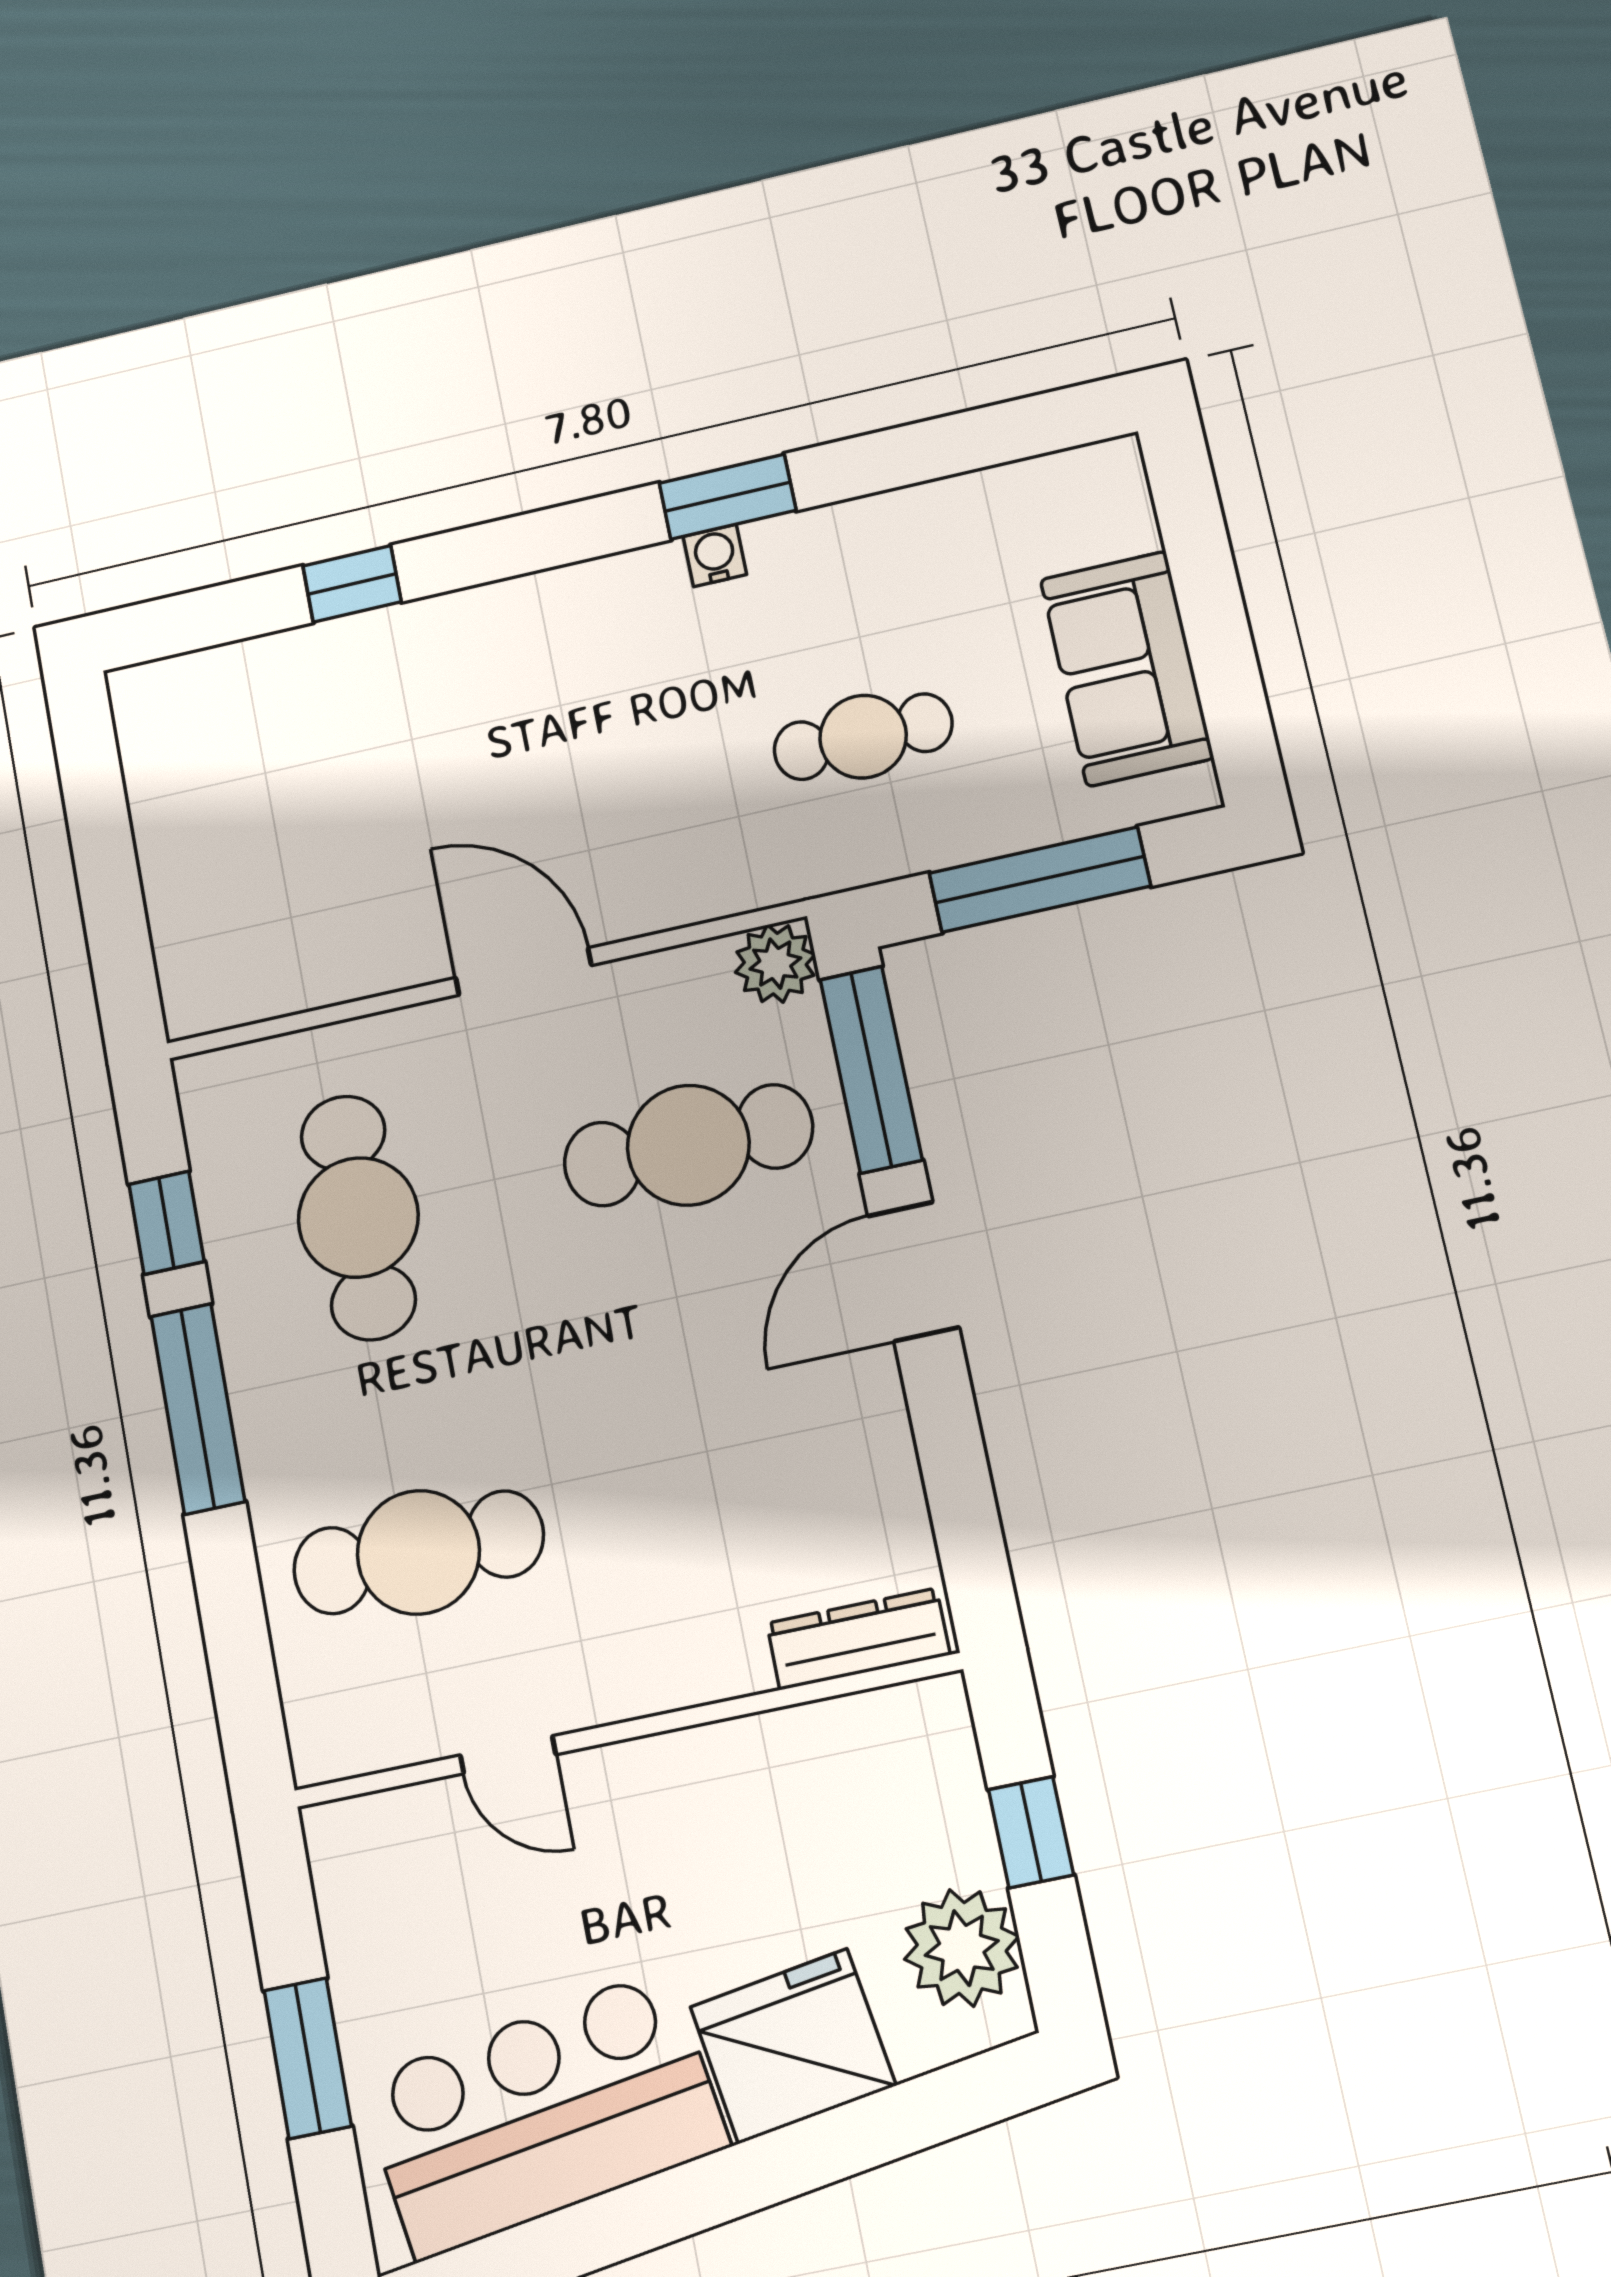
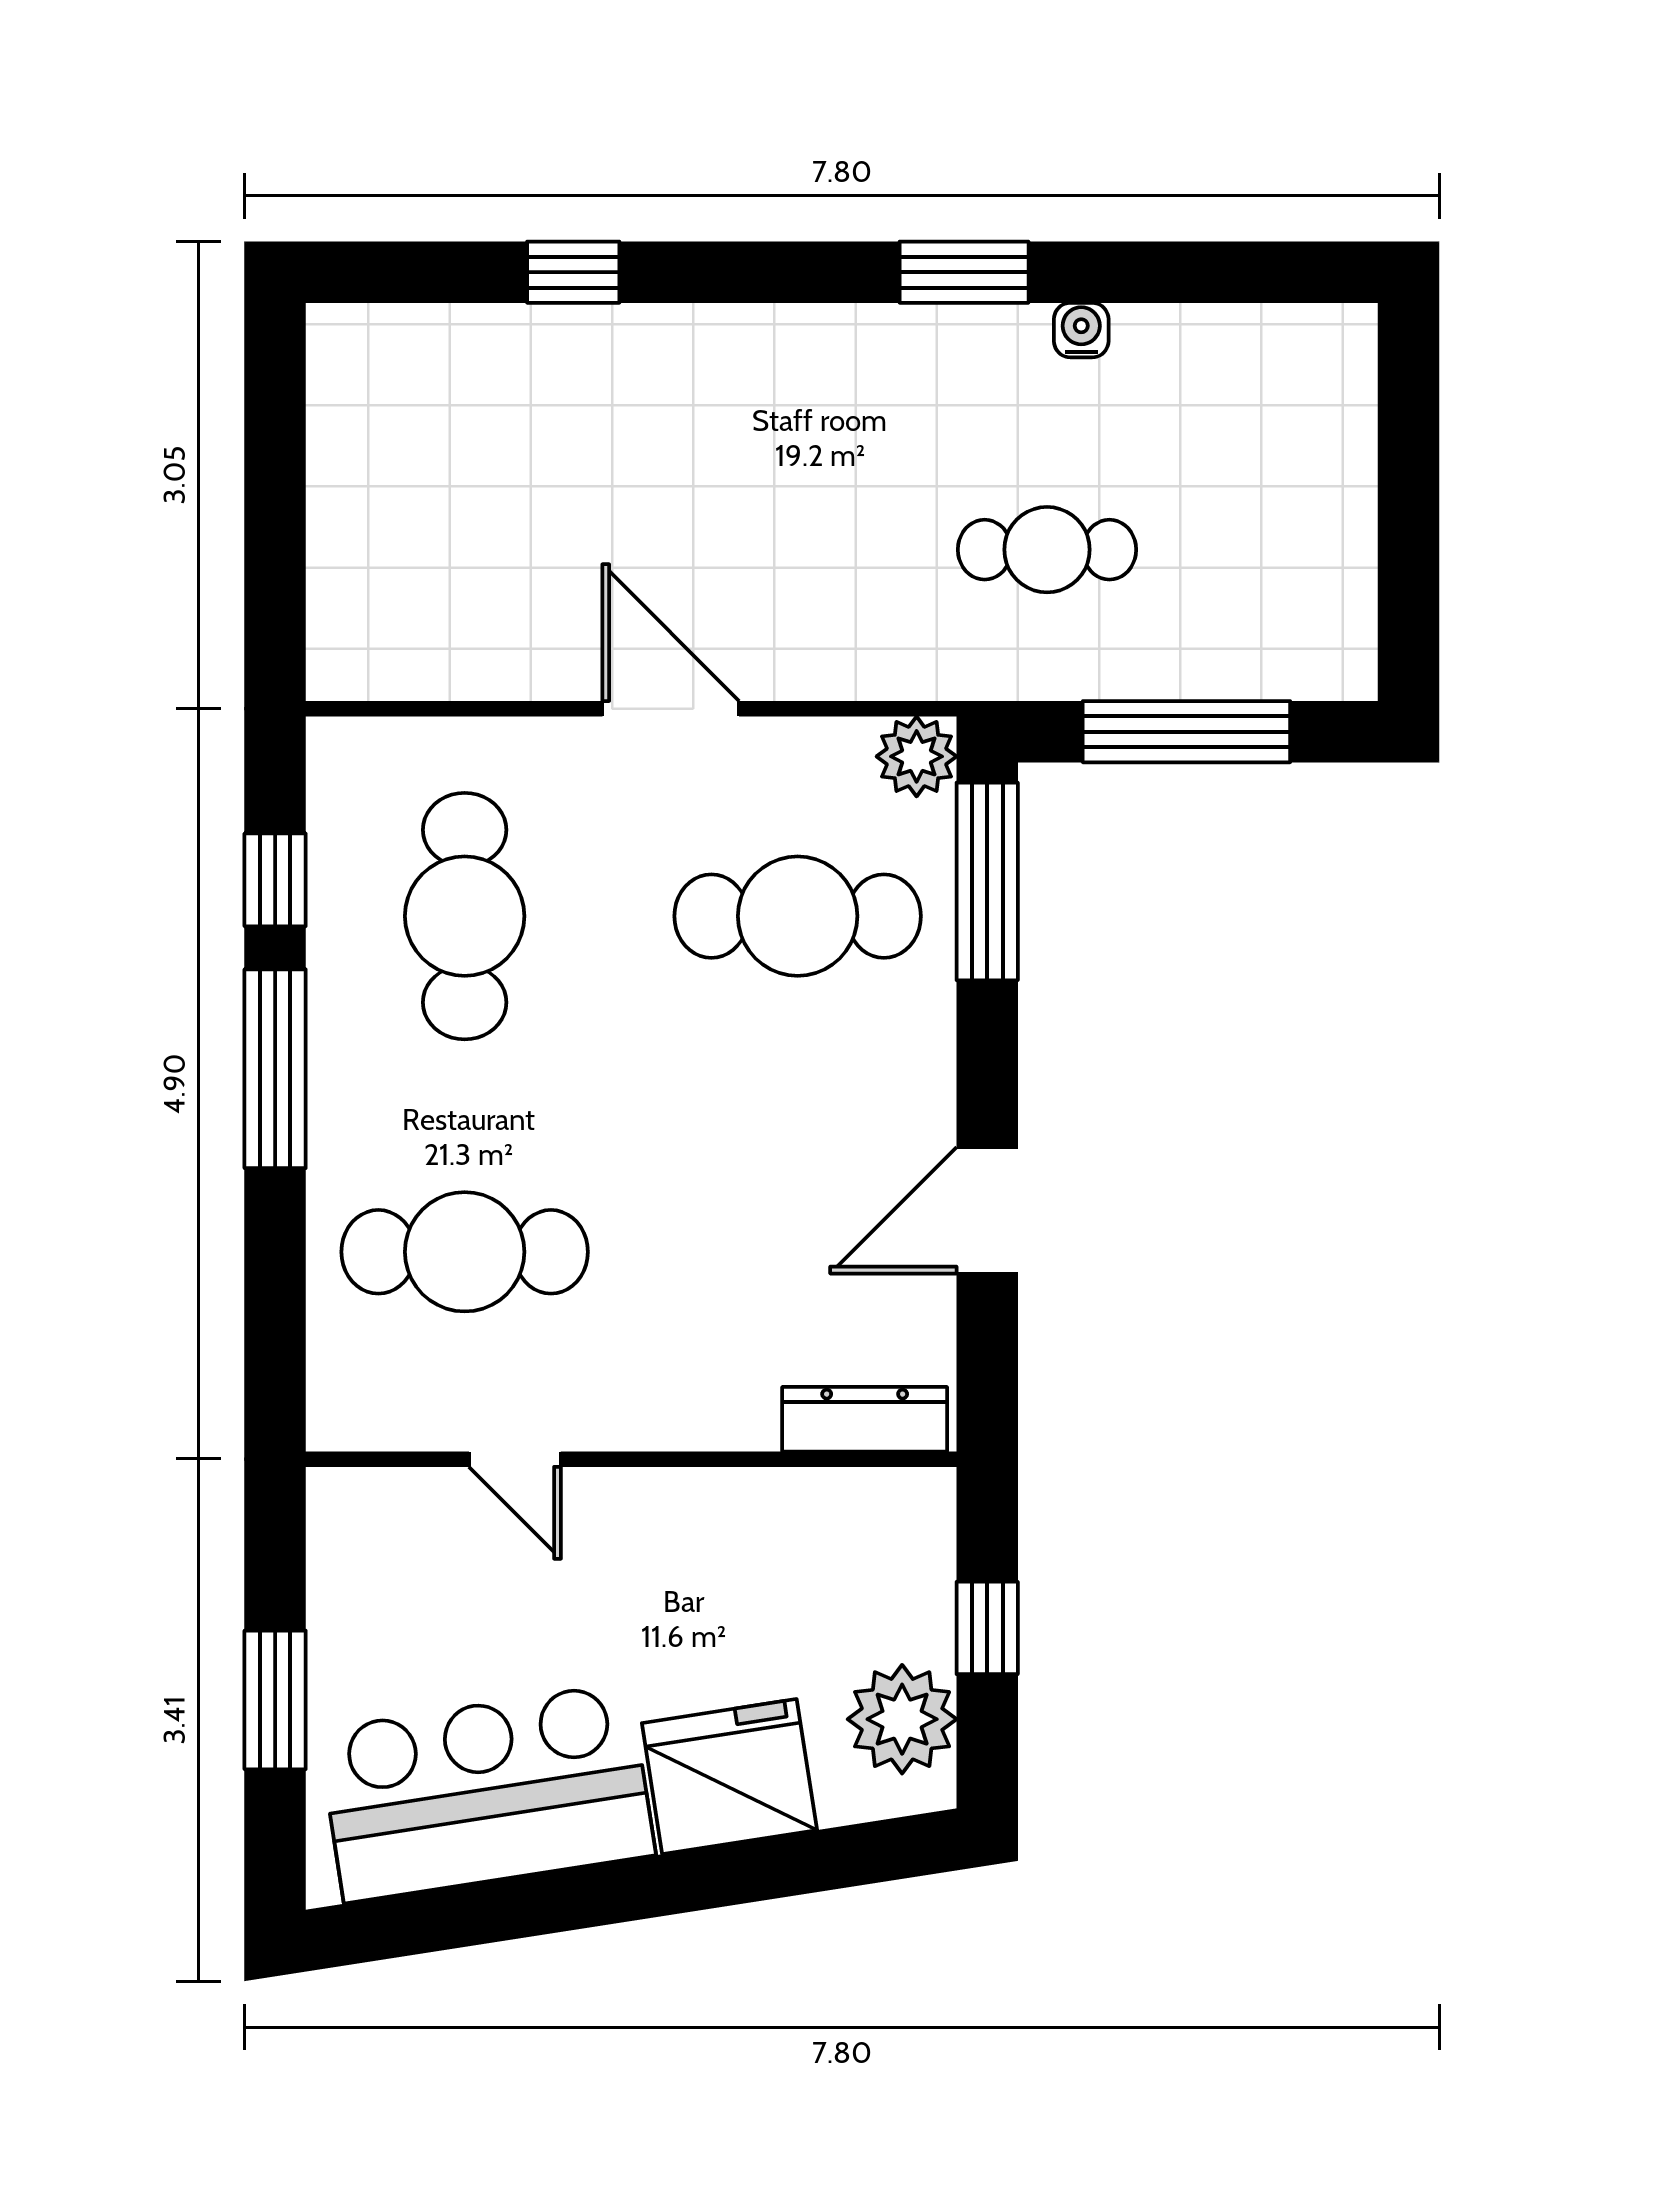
water cooler: (715, 555) -> (1081, 330), moved
sofa: (1127, 669) -> (1314, 541), removed
door: (913, 1272) -> (987, 1210), moved

